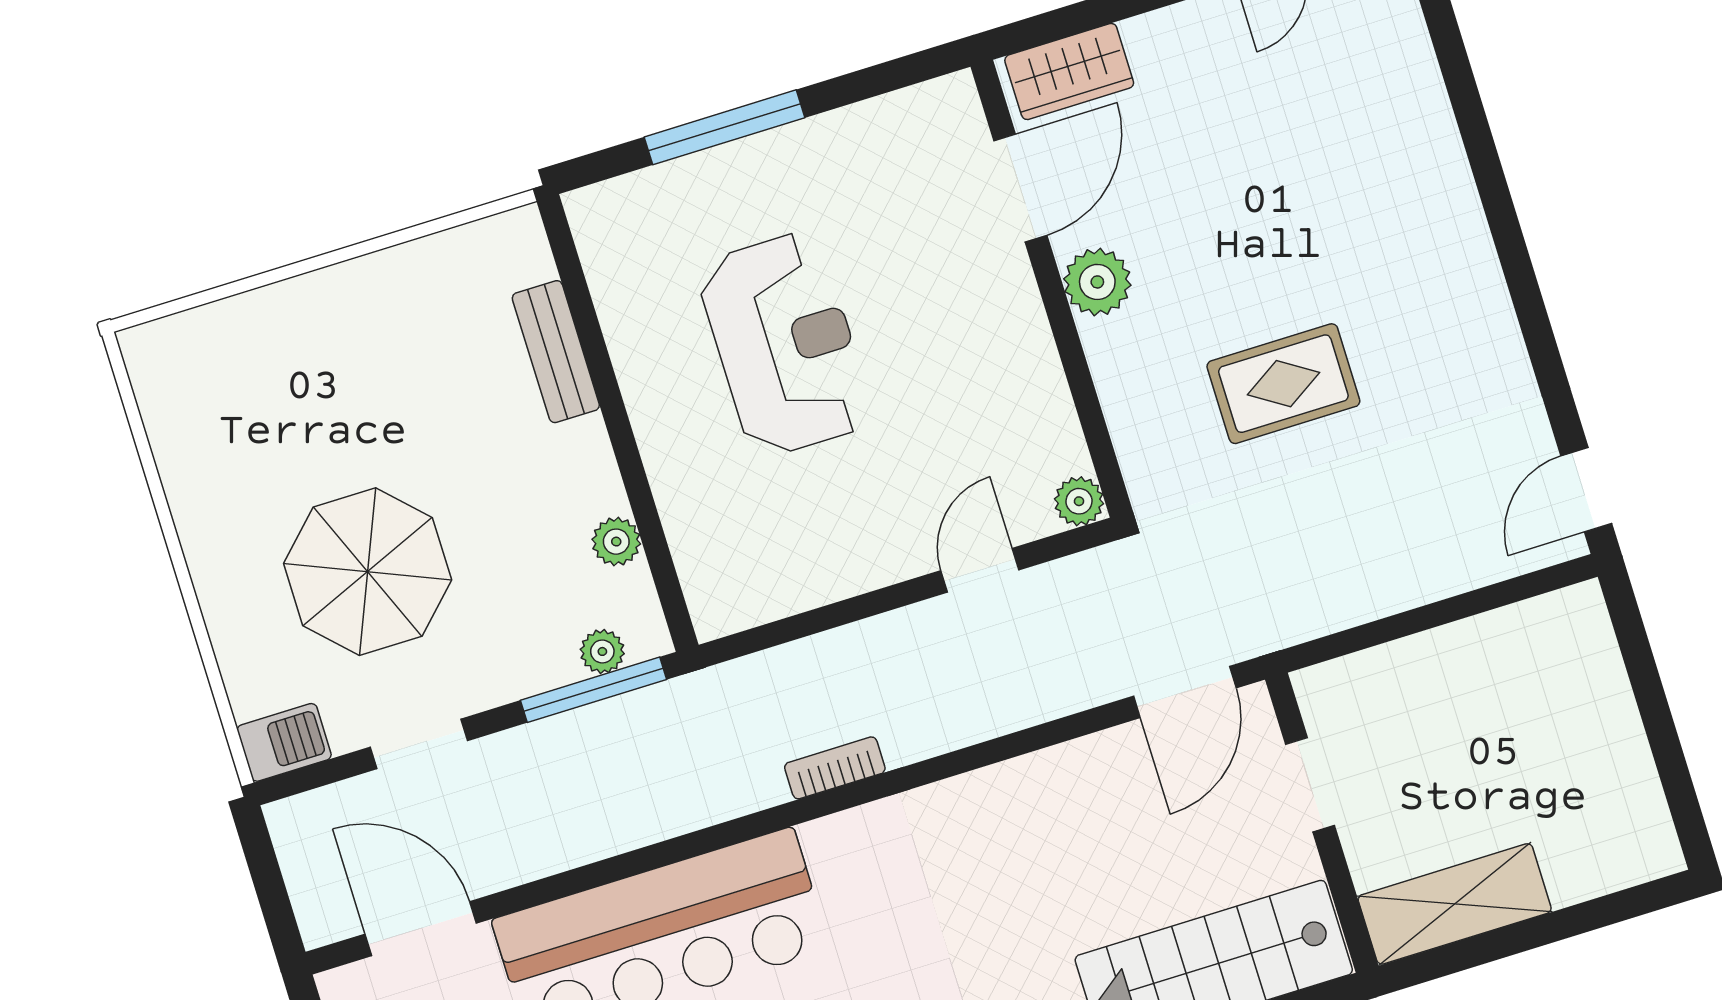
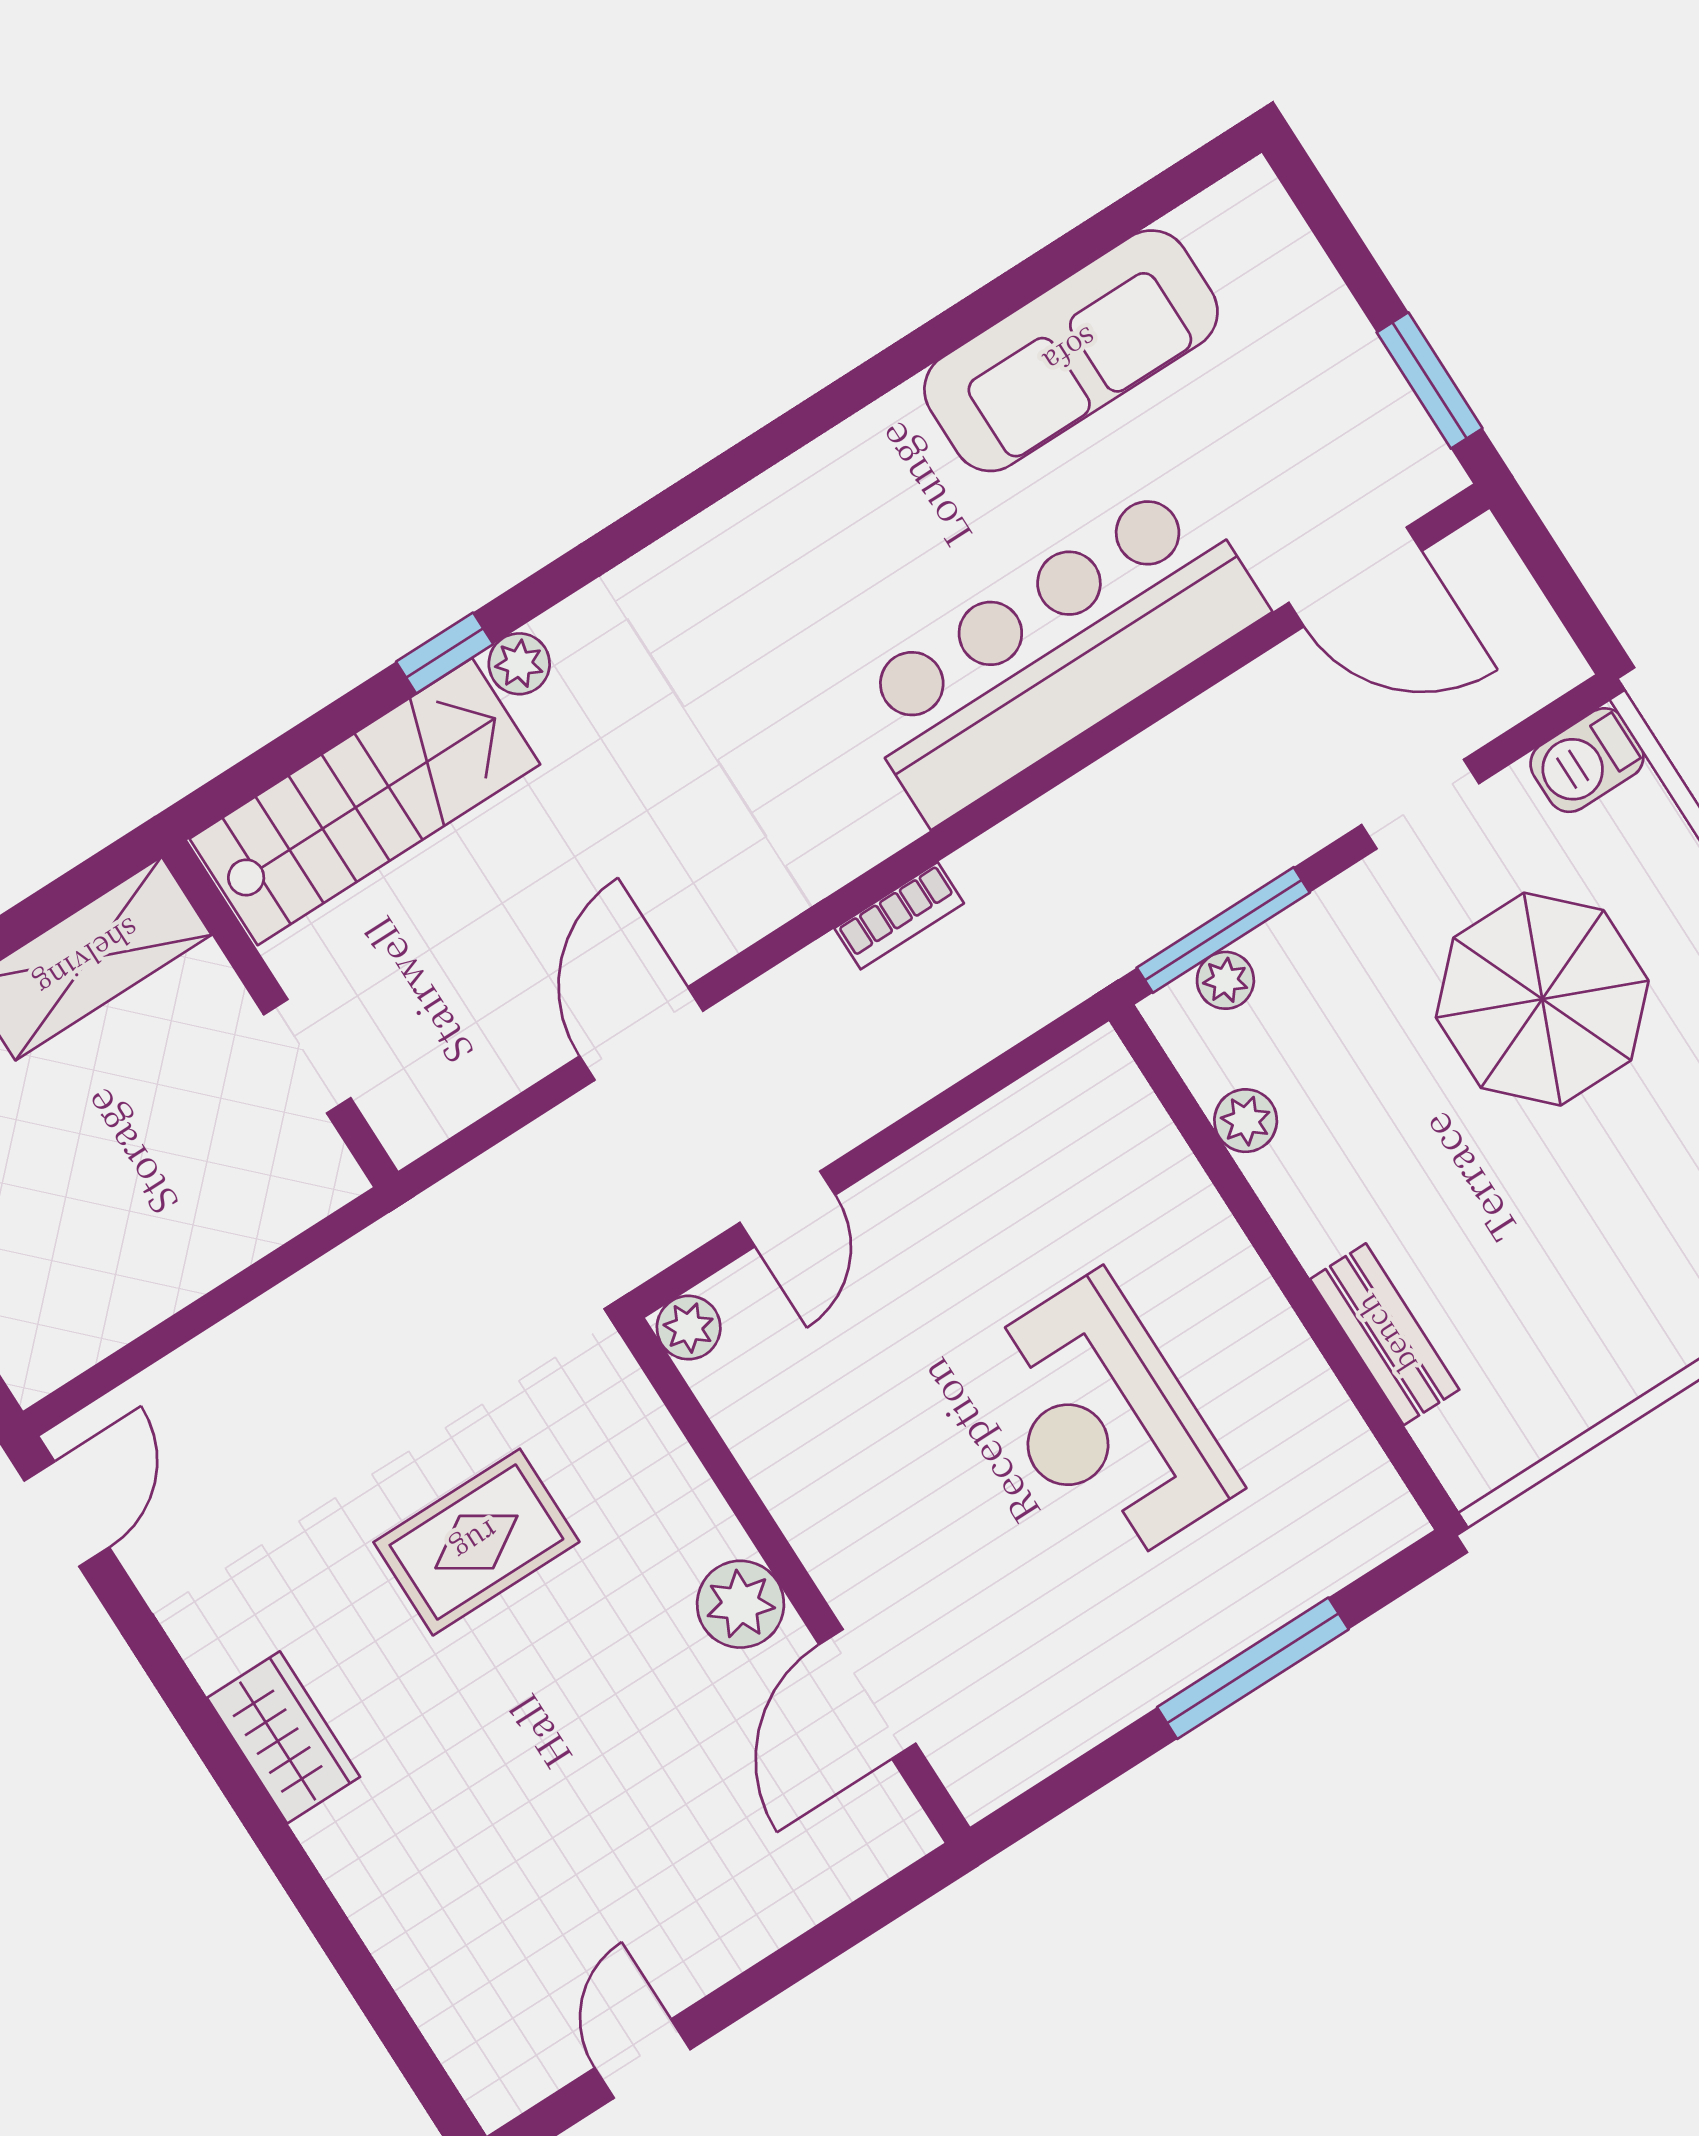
wardrobe: (1069, 71) -> (283, 1737), moved, turned 90
door: (1185, 692) -> (641, 1033), moved

